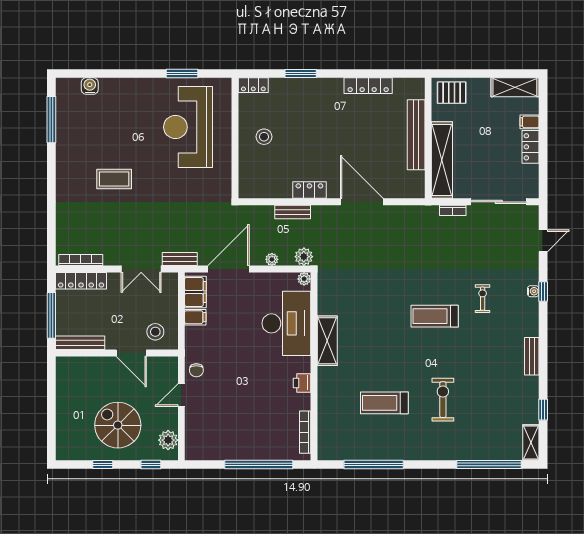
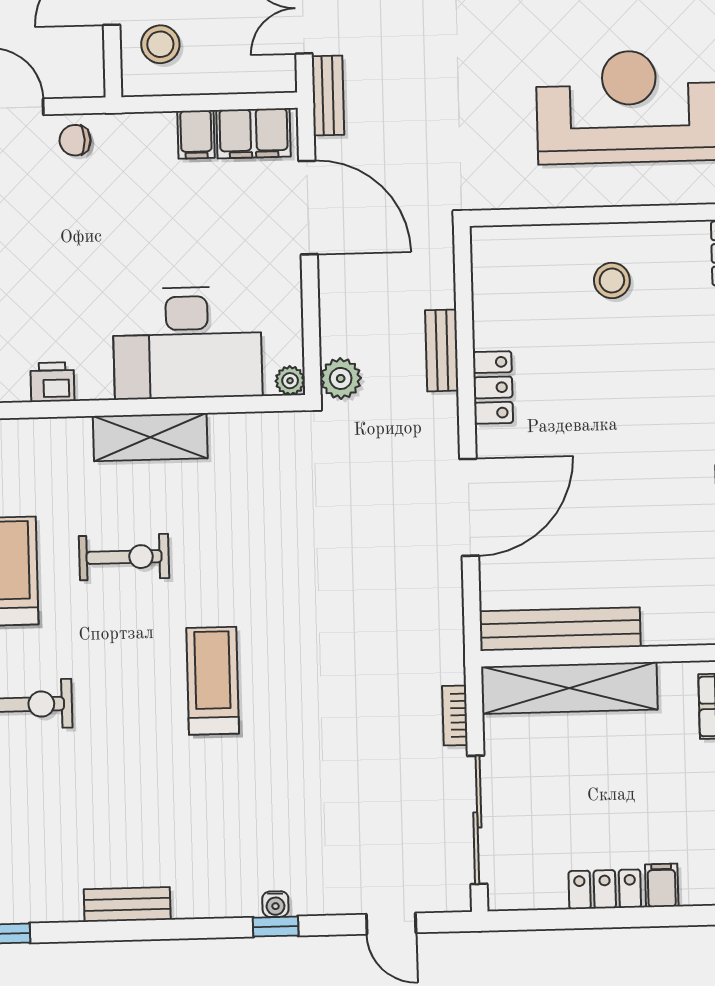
bench: (416, 135) -> (560, 629), moved
plant: (272, 259) -> (333, 306), removed
exercise bike: (483, 299) -> (124, 557), moved, width x1.38, depth x1.39

